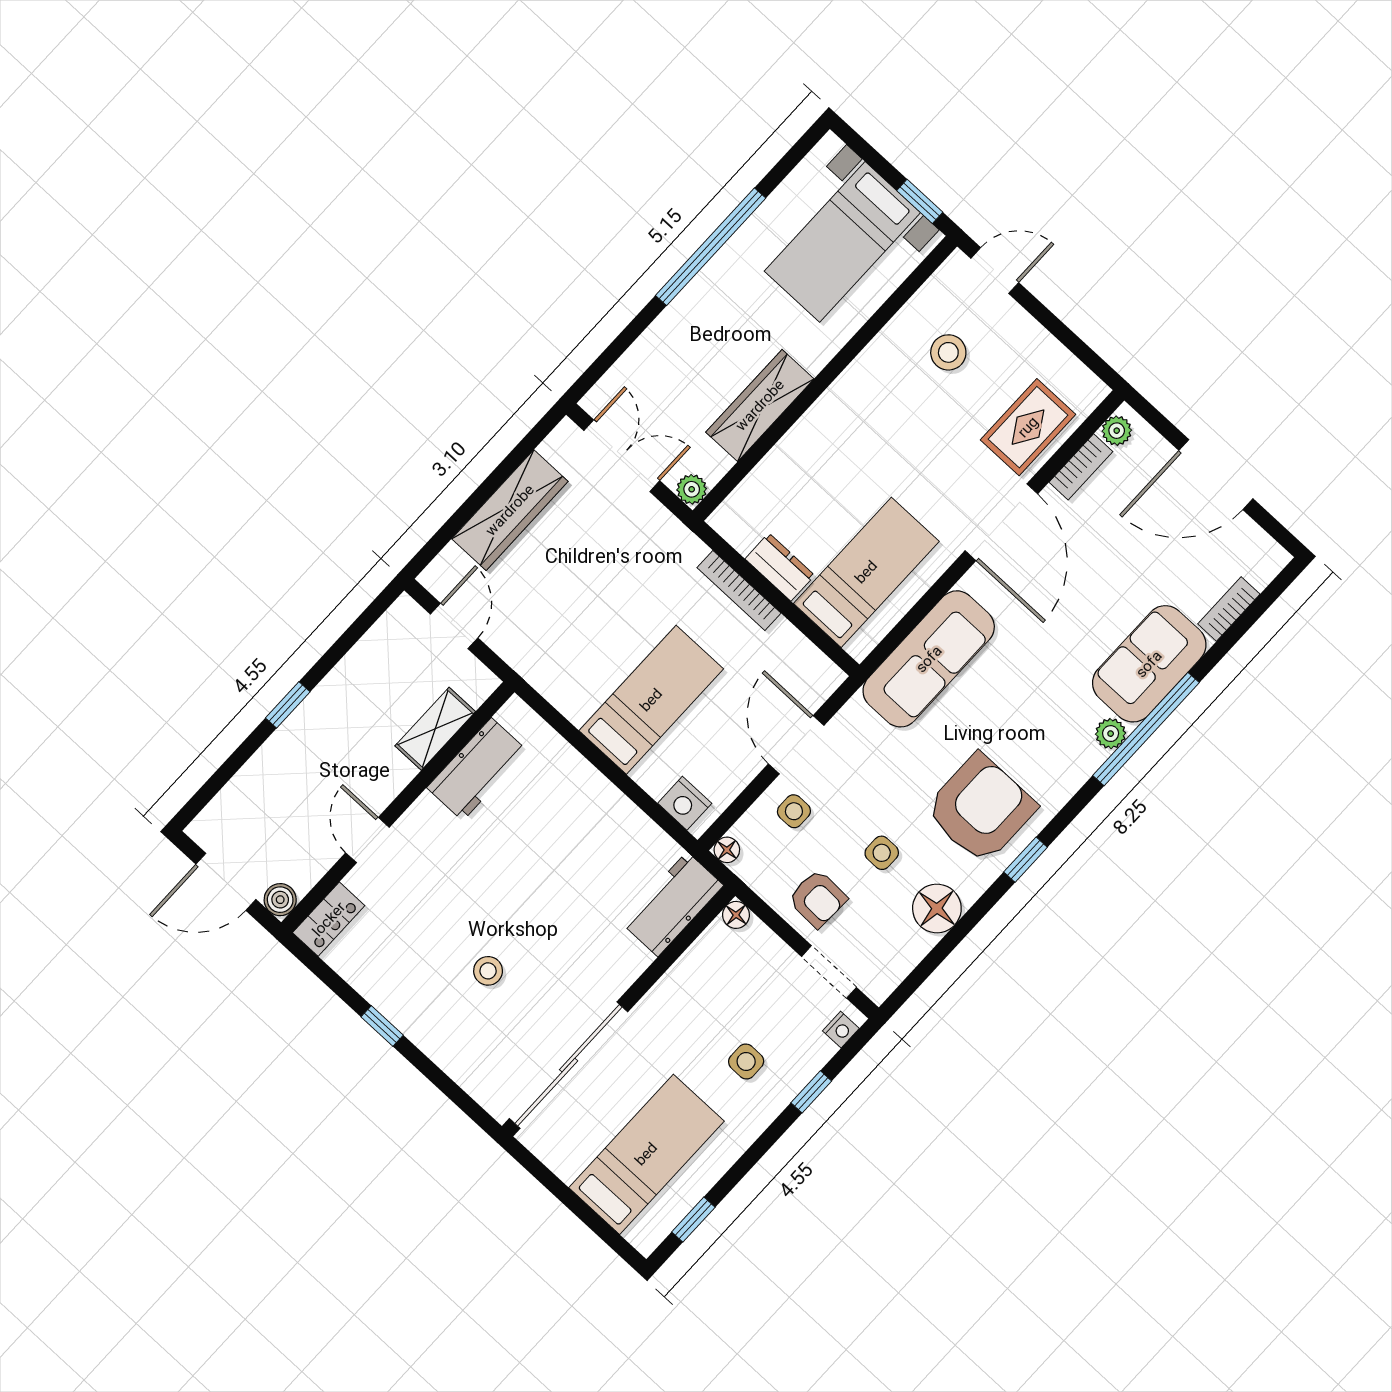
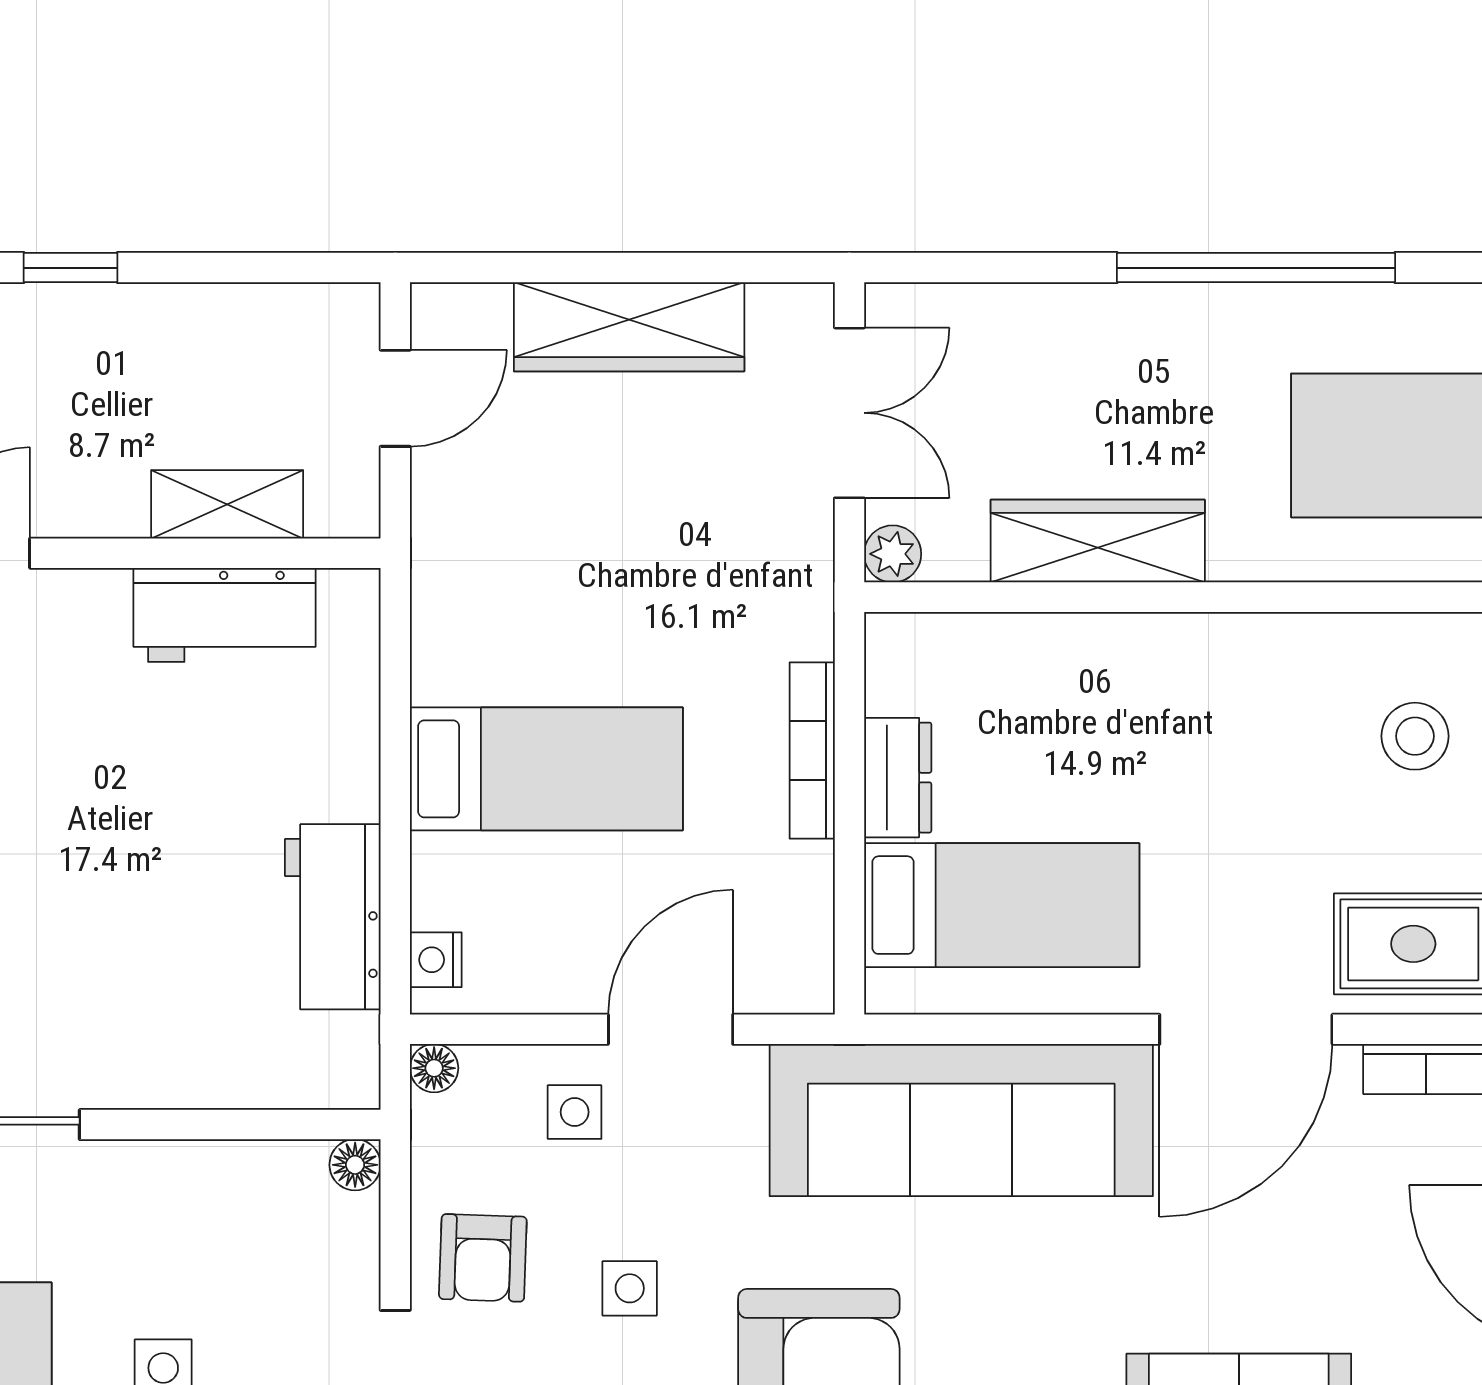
sofa: (929, 659) -> (961, 1120), width x1.36, depth x1.27
nightstand: (685, 803) -> (436, 960), width x0.72, depth x0.74
workbench: (672, 904) -> (333, 917), moved, turned -90

